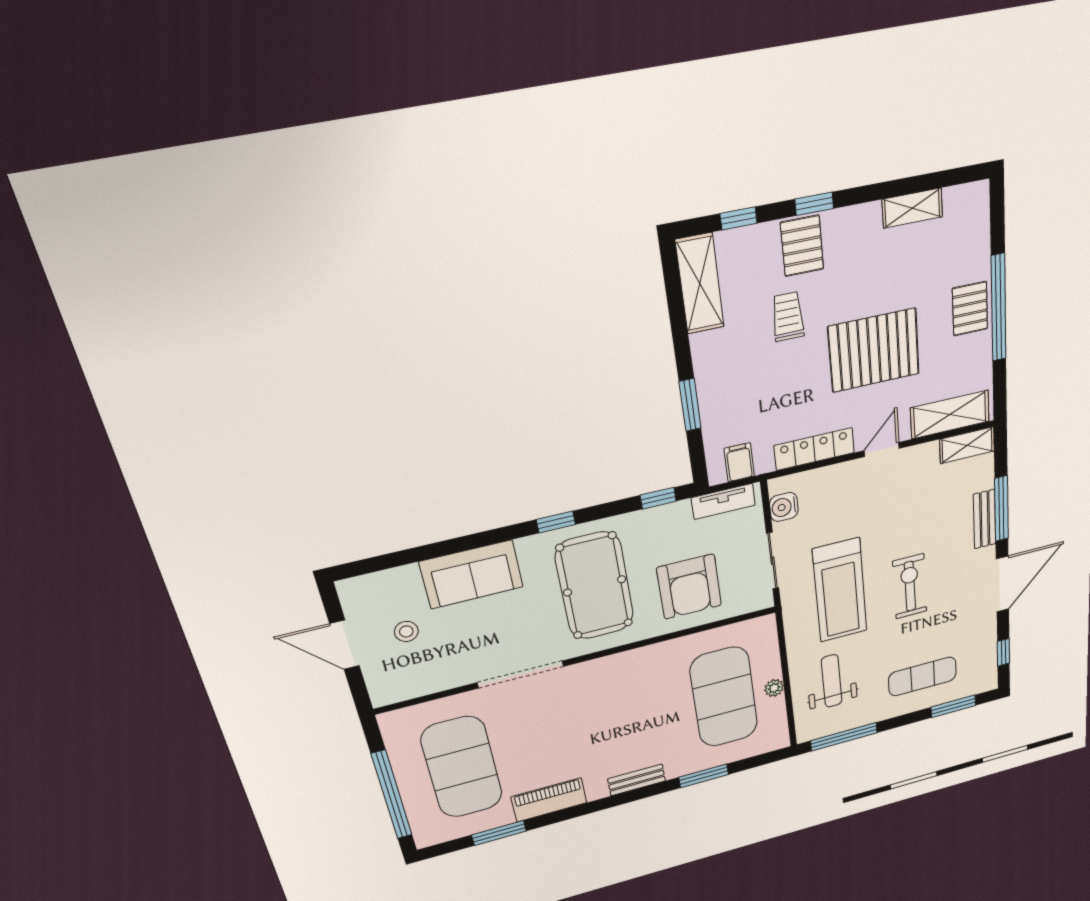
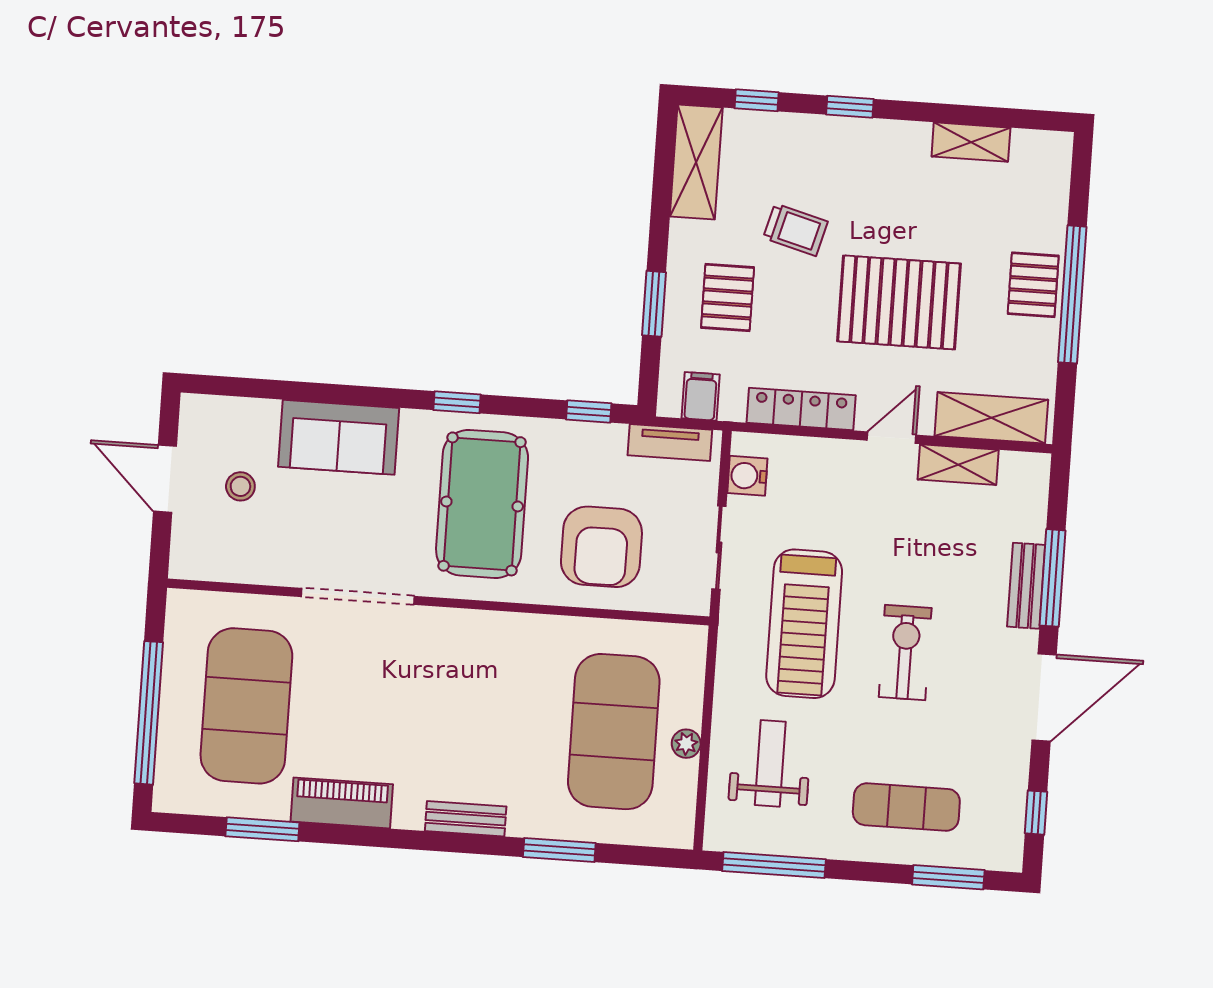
pallet: (802, 246) -> (728, 297), moved
trolley: (788, 317) -> (795, 230), turned 105
shelving: (967, 445) -> (958, 465), moved

